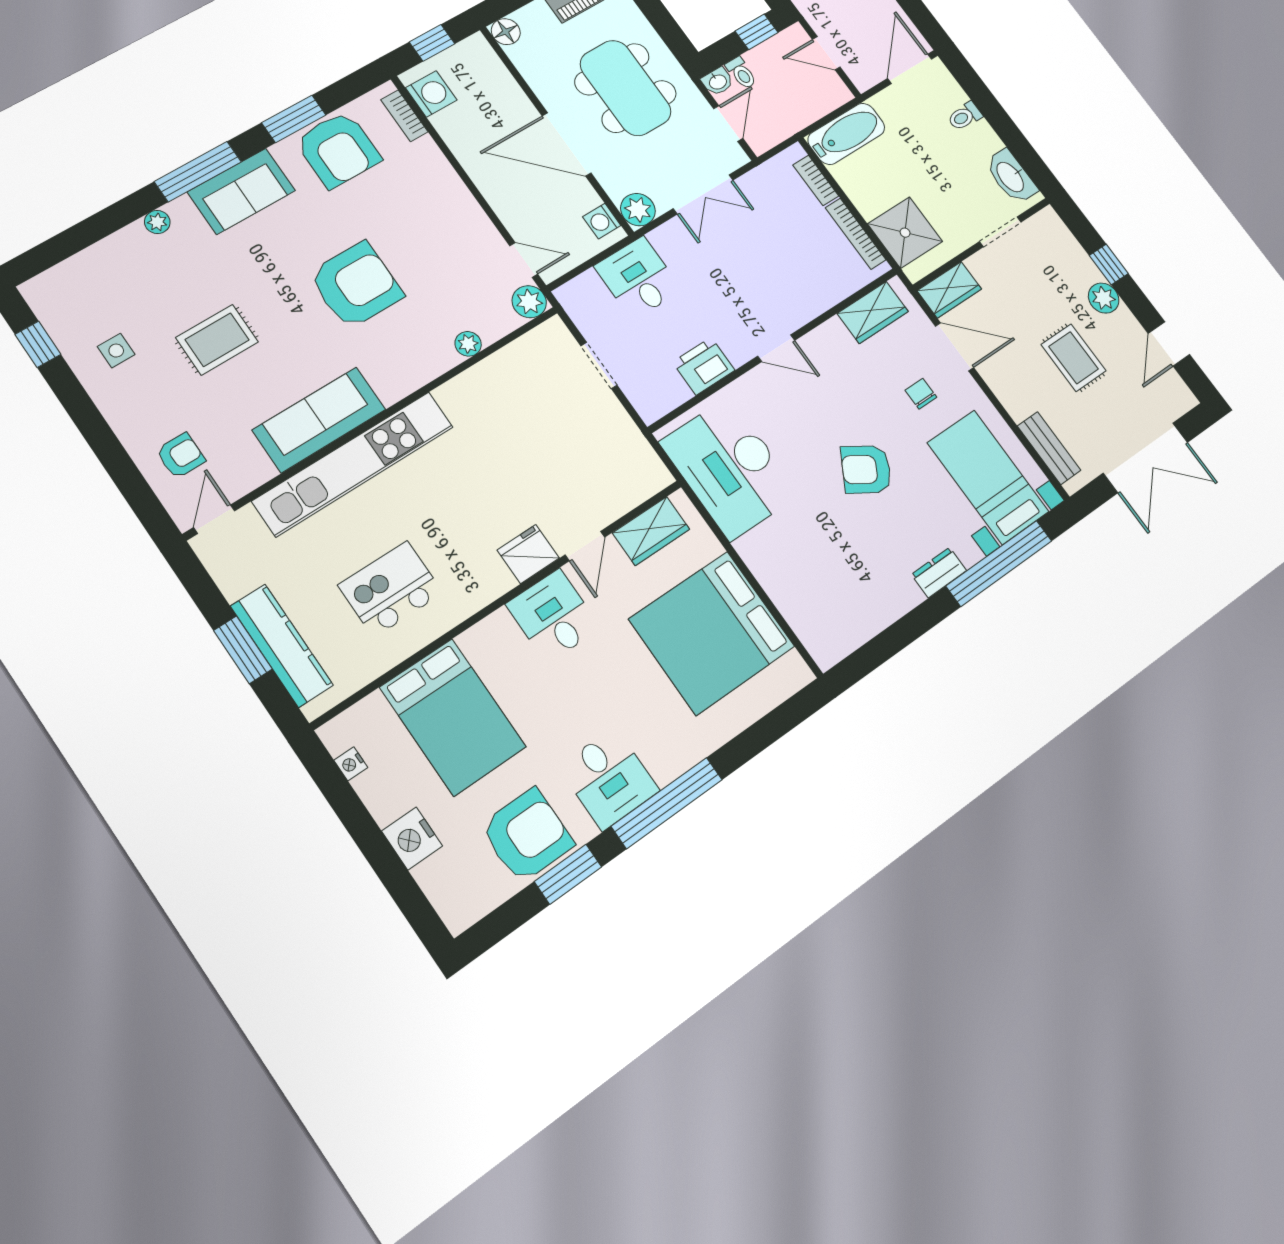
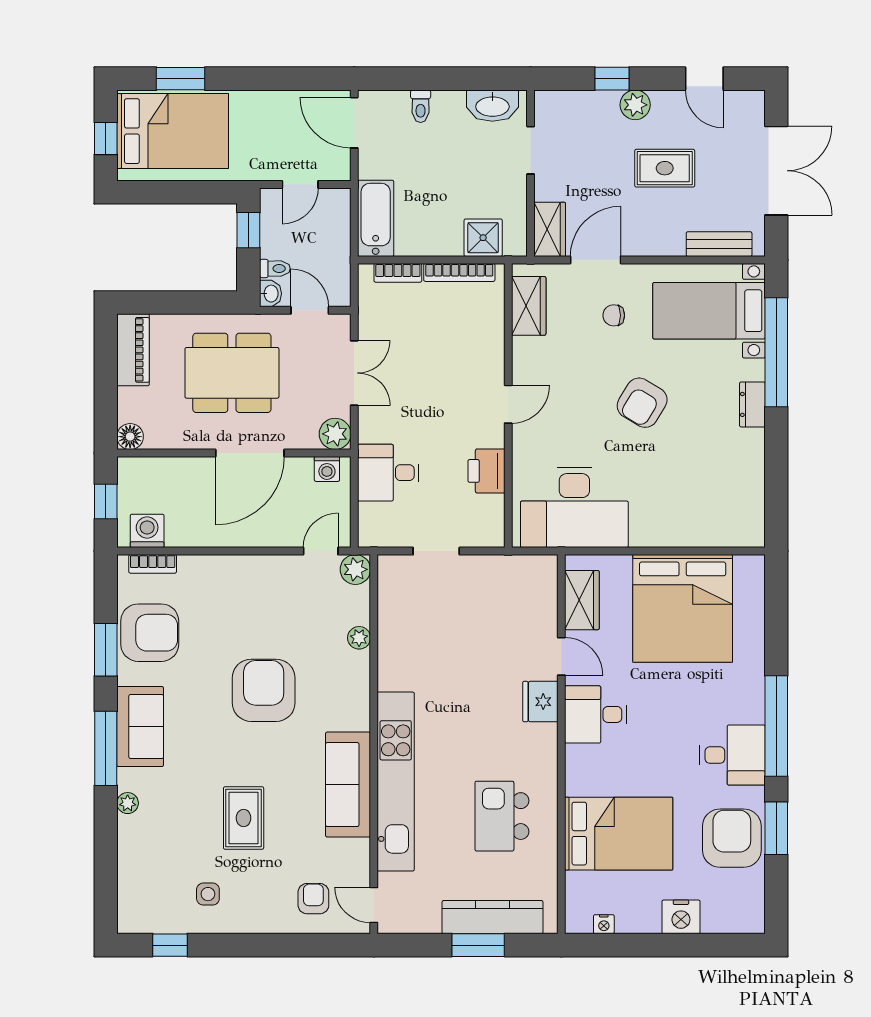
shower: (905, 233) -> (483, 238), width x0.73, depth x0.73

